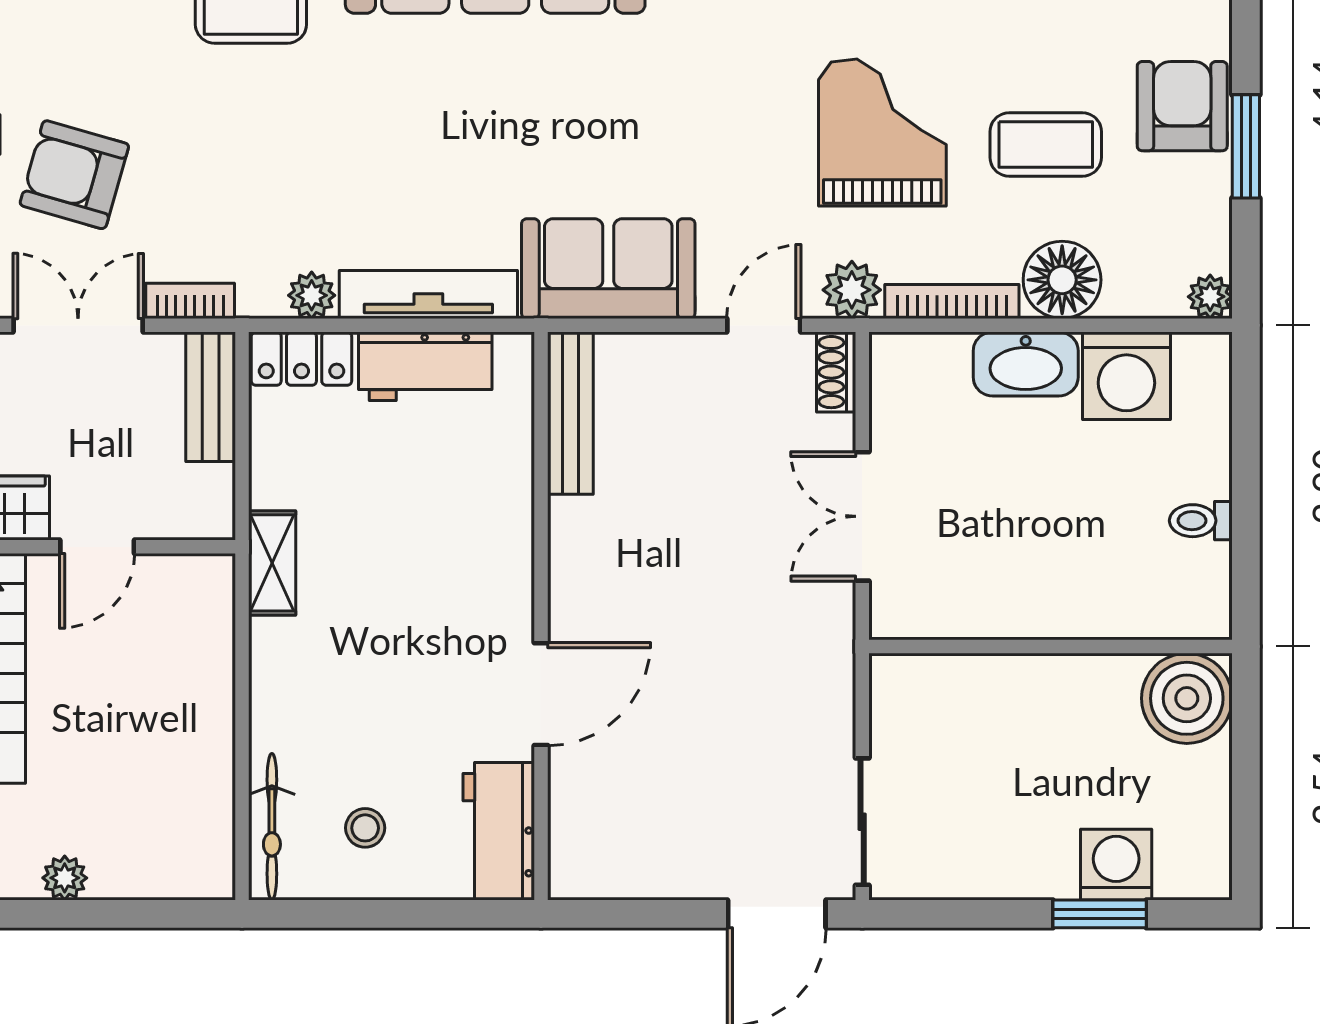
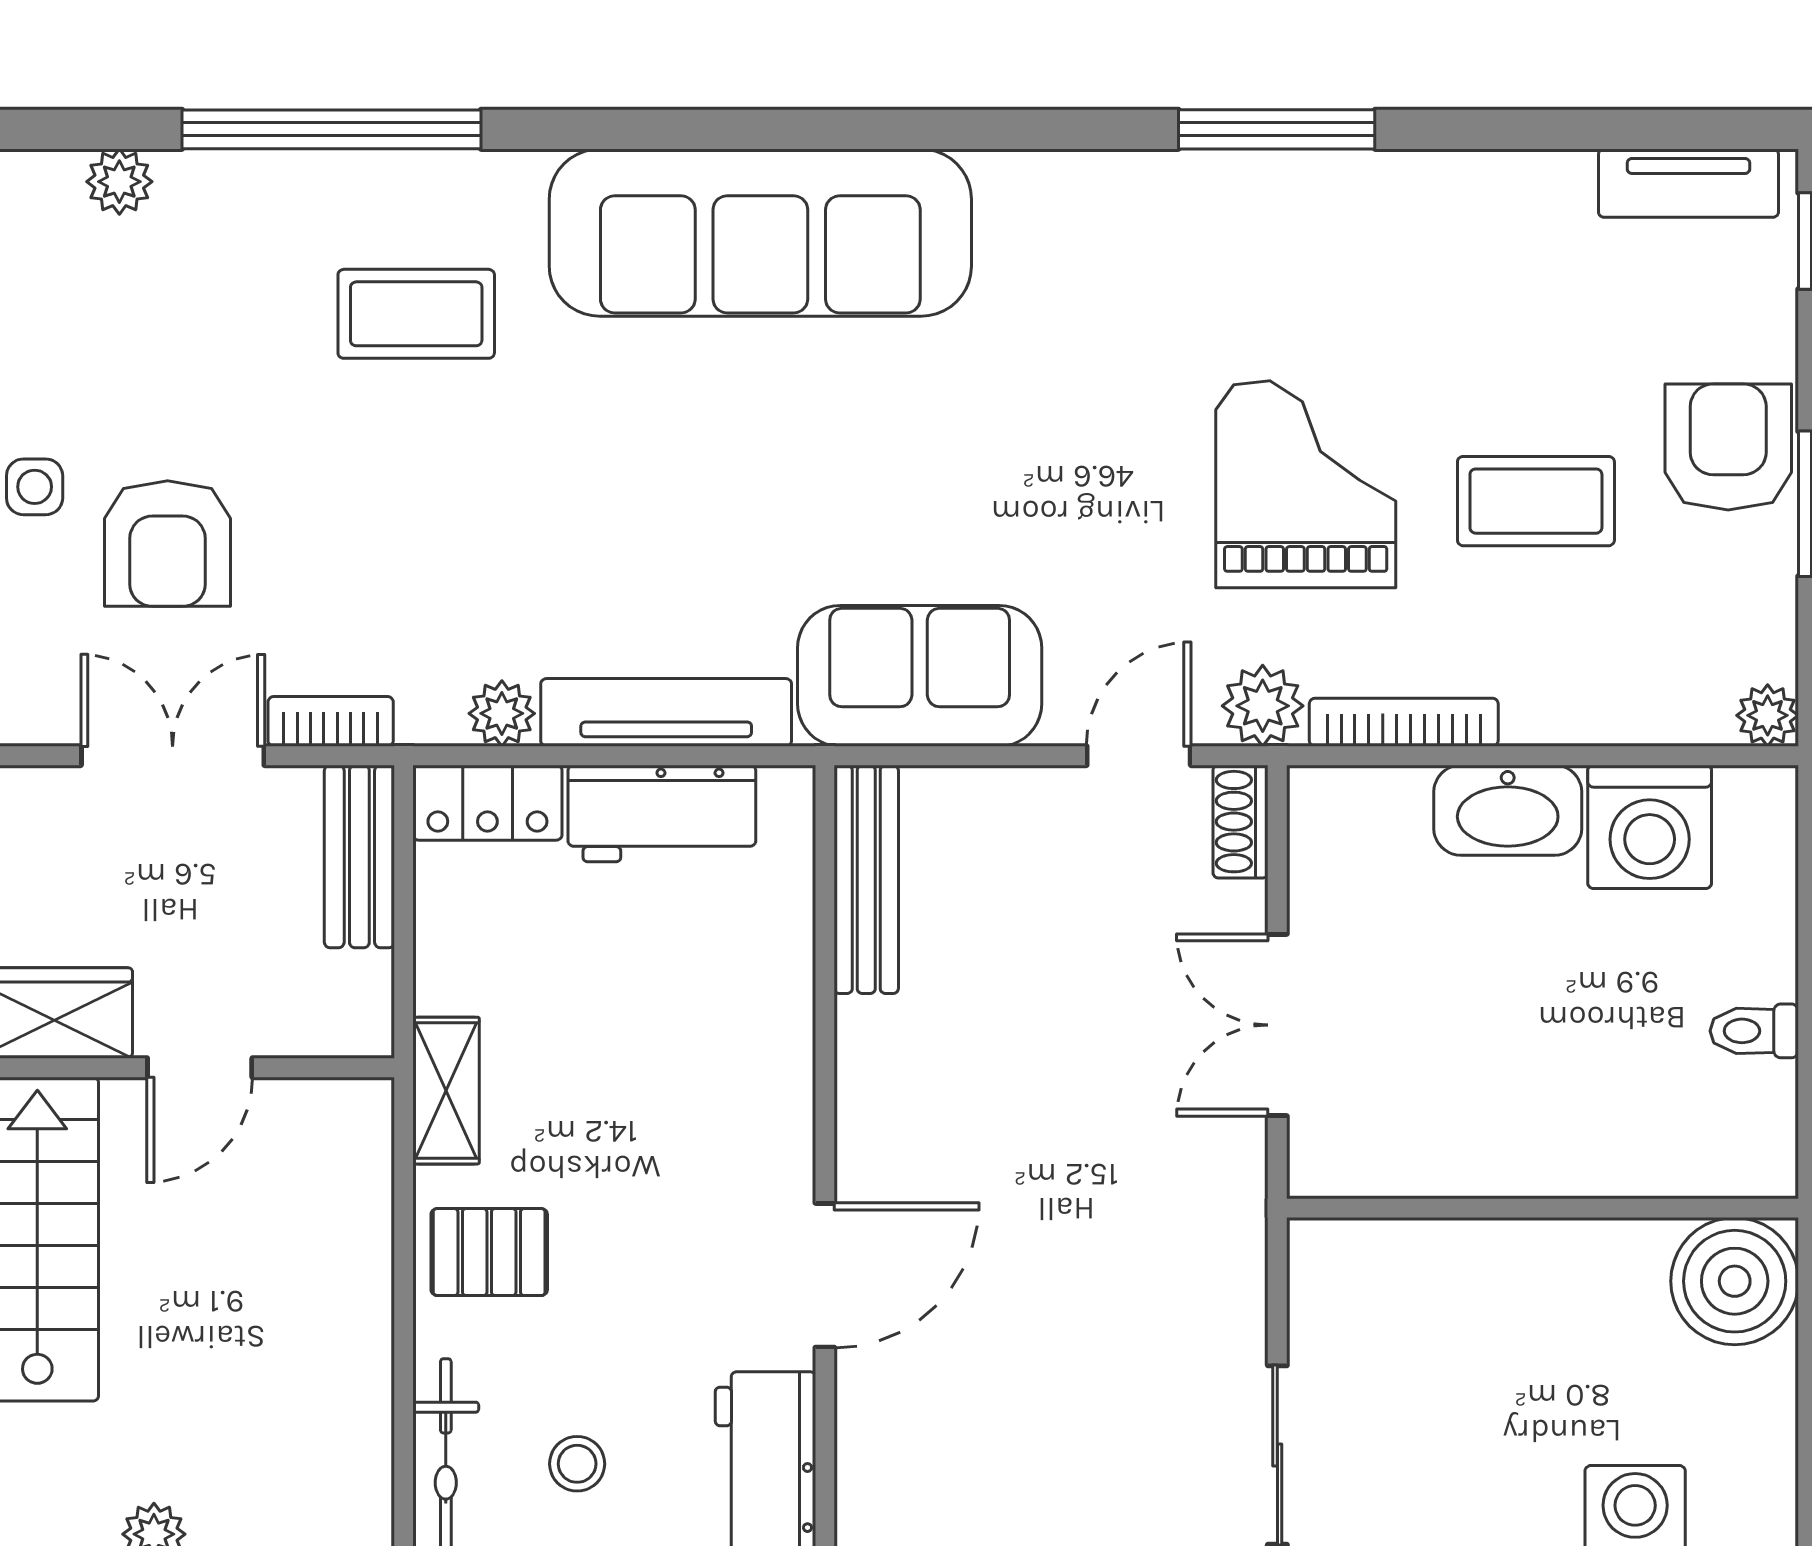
armchair: (74, 175) -> (168, 544), turned -106
floor lamp: (1062, 280) -> (1559, 692), removed
pallet: (303, 678) -> (489, 1252), added

